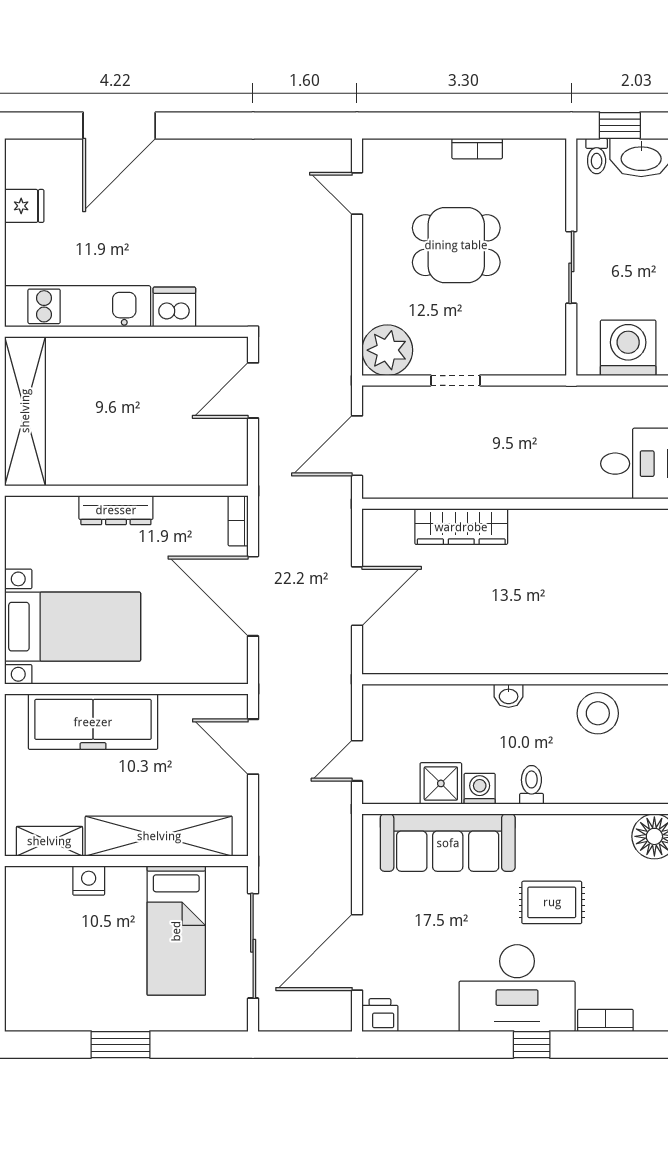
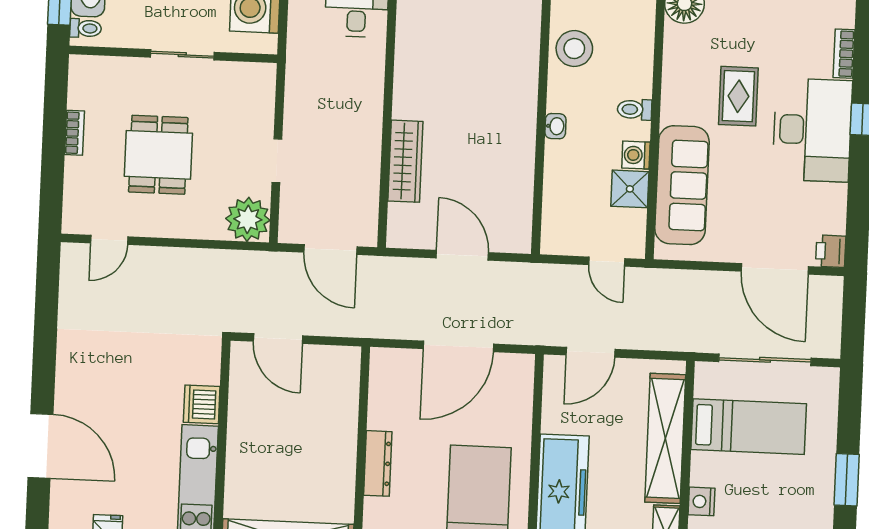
bookcase: (238, 521) -> (392, 357), removed

